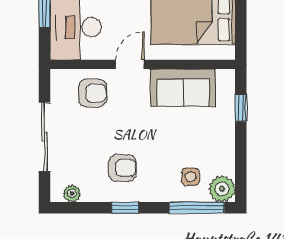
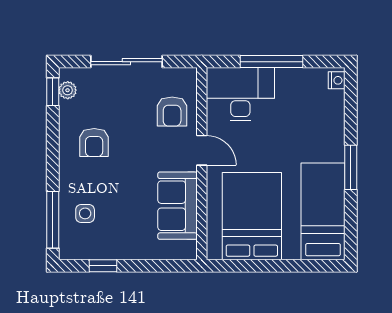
window: (241, 108) -> (103, 266), moved
plant: (222, 189) -> (72, 246), removed
window: (125, 208) -> (53, 92), moved

